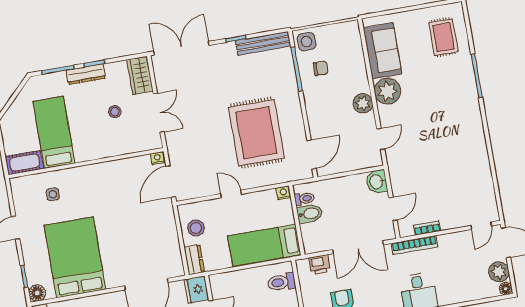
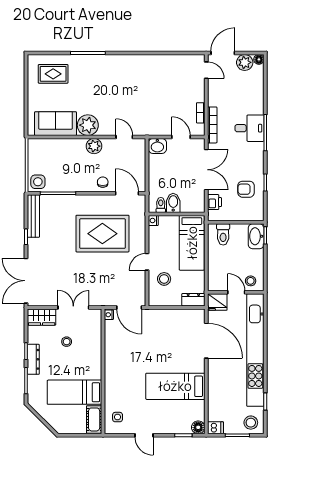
chair: (321, 68) -> (103, 182), moved
side table: (53, 194) -> (118, 417), moved
stool: (196, 228) -> (164, 279), moved
bed: (75, 257) -> (175, 386), width x0.67

